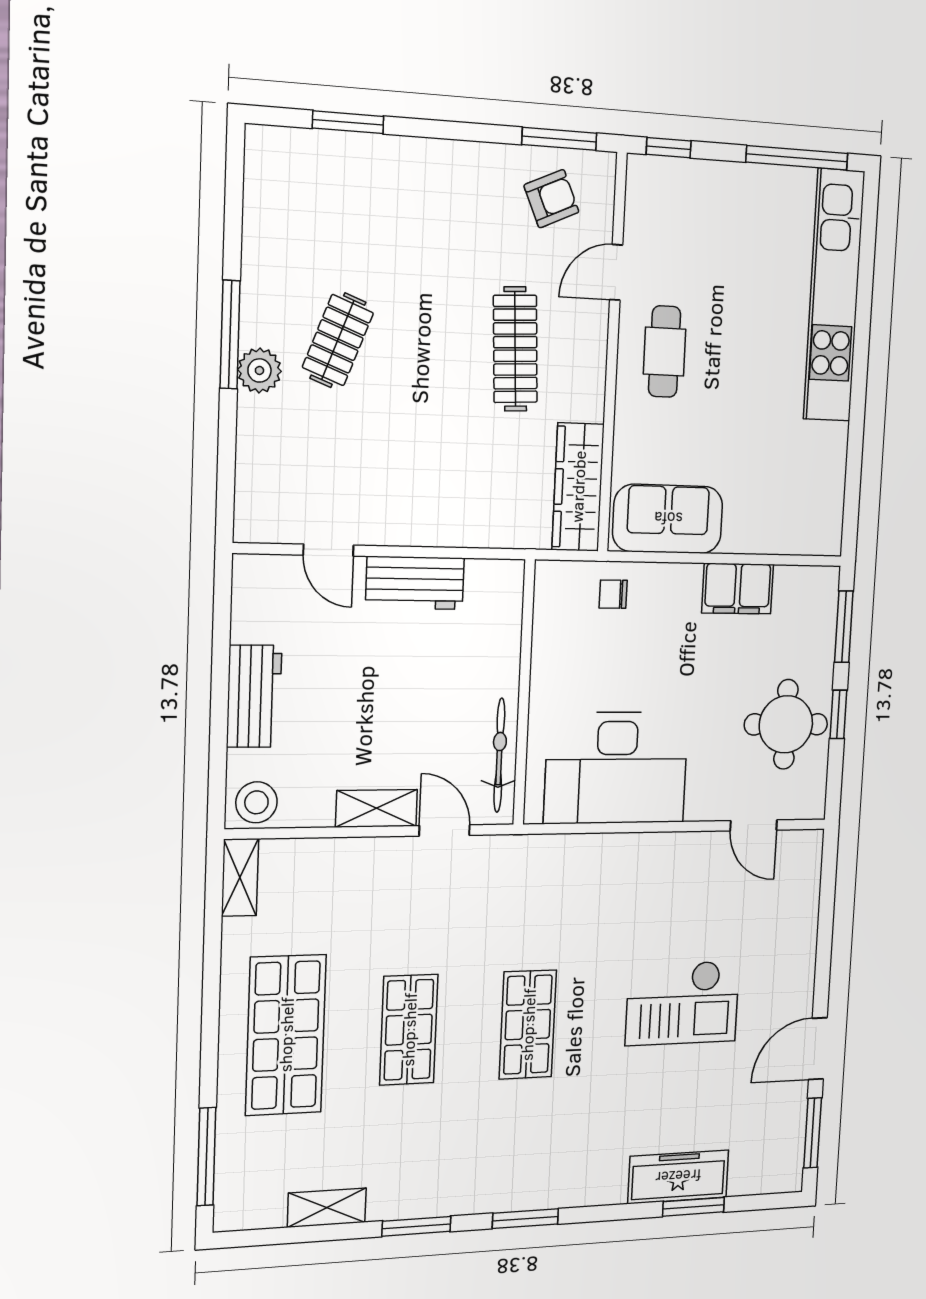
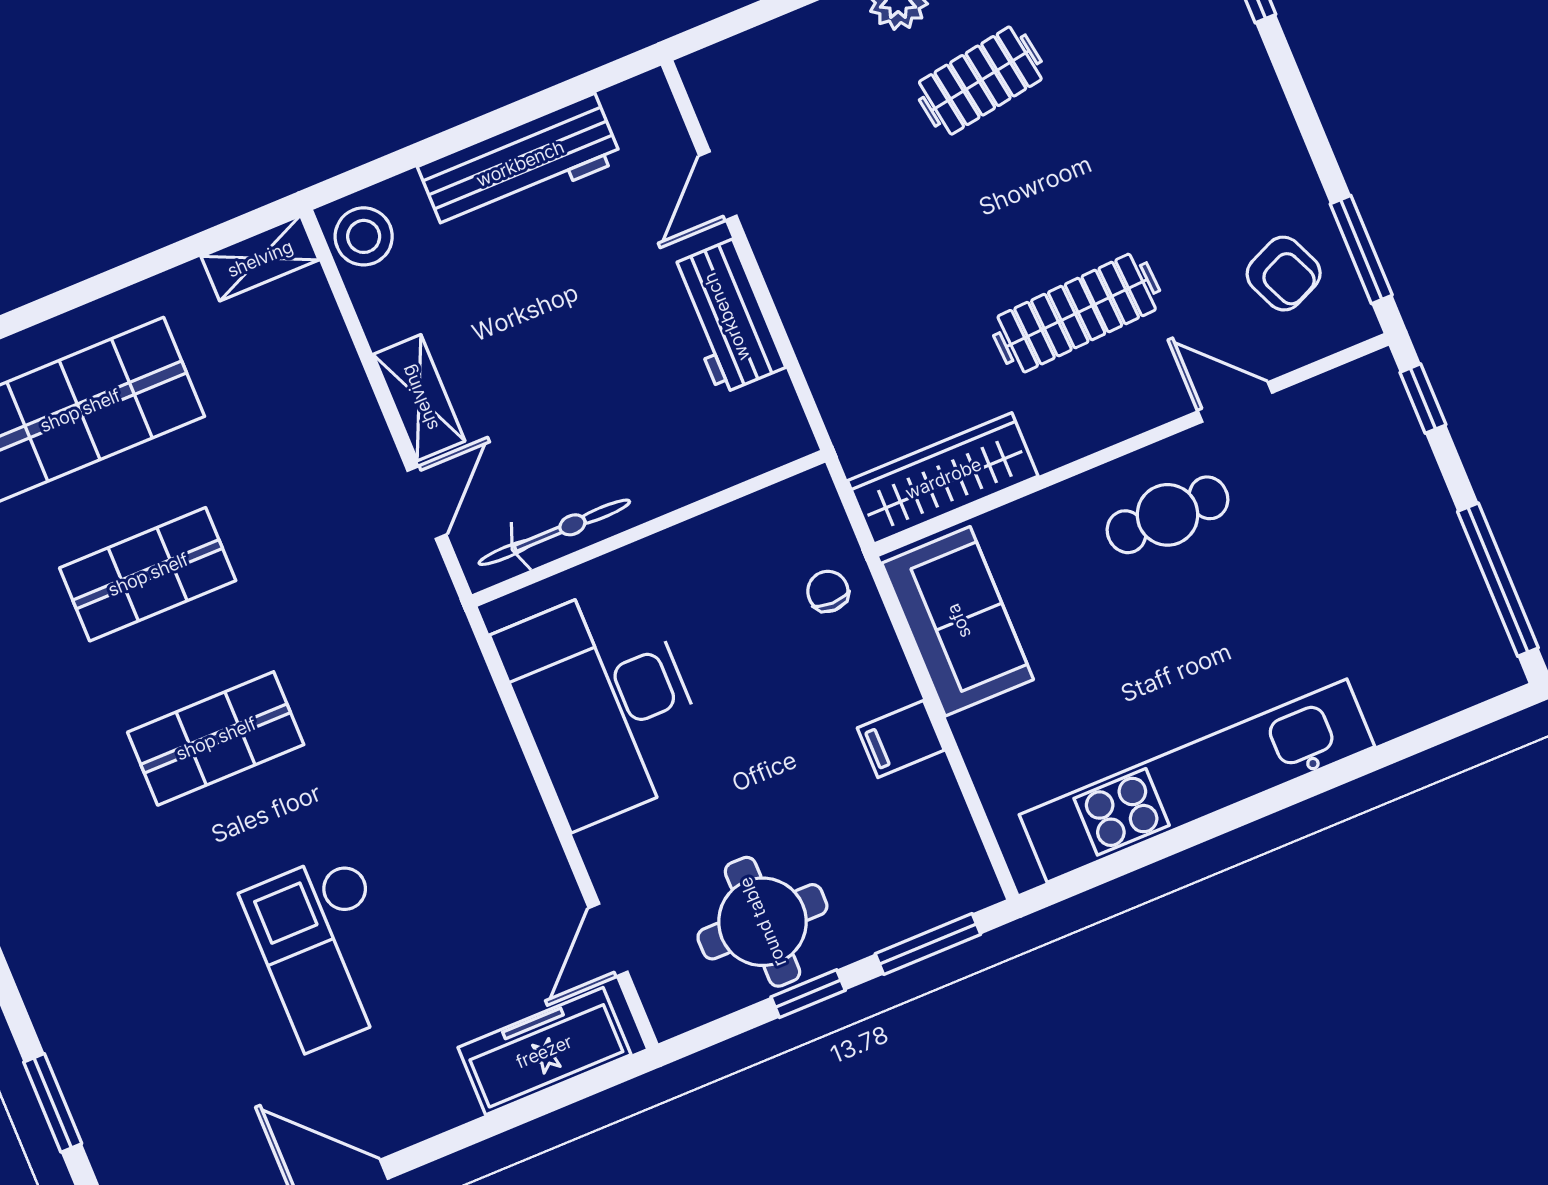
kitchen unit: (834, 296) -> (1197, 781), moved
clothes rail: (338, 340) -> (980, 81), turned -30
filing cabinet: (738, 589) -> (901, 739), width x0.50
workbench: (254, 696) -> (520, 163), width x1.38
freezer: (678, 1177) -> (544, 1051), moved, turned -90

